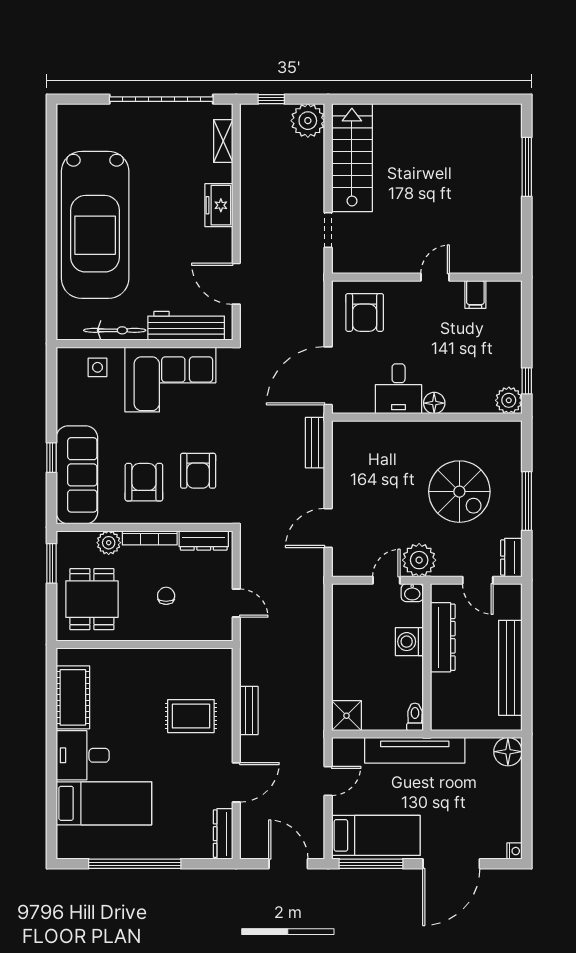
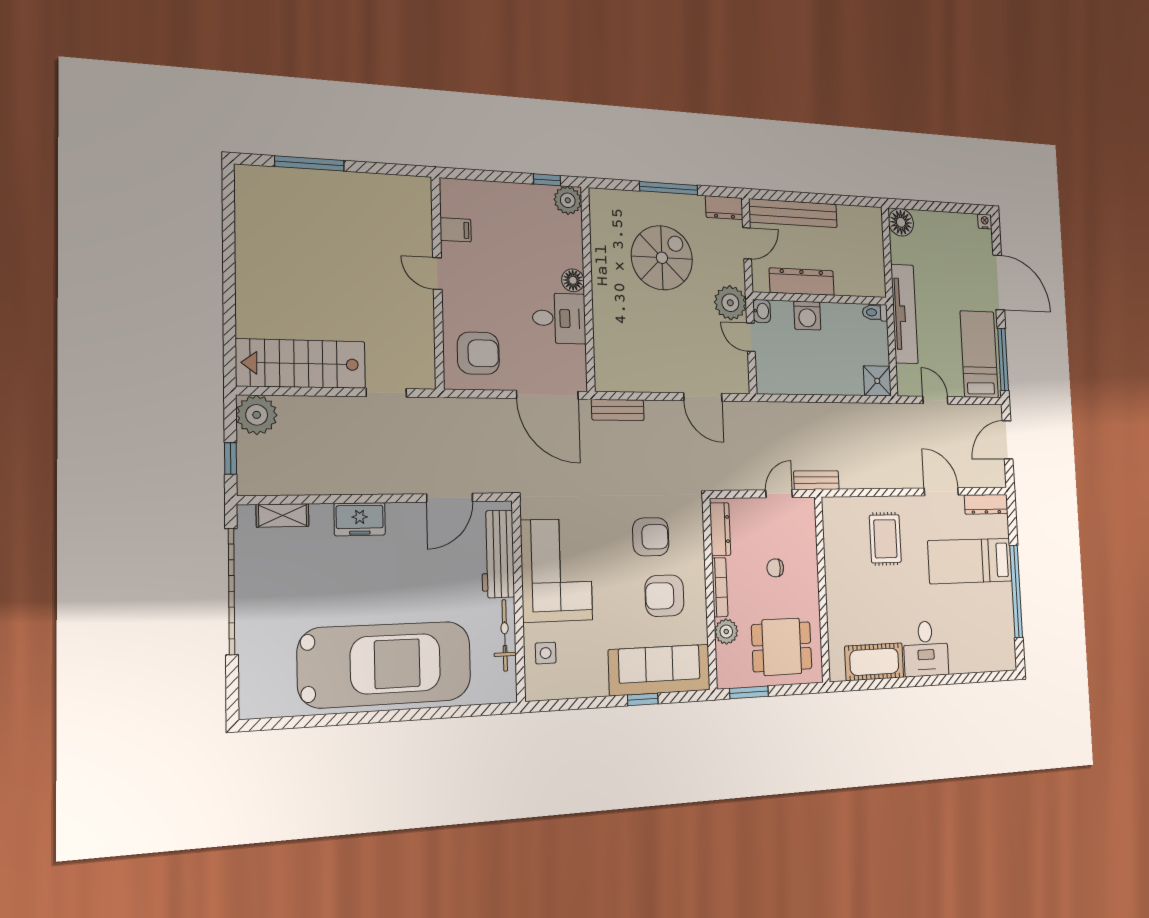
bench: (510, 668) -> (793, 213), moved
bench: (249, 711) -> (816, 480), moved
bed: (104, 803) -> (970, 561), moved, turned -90

